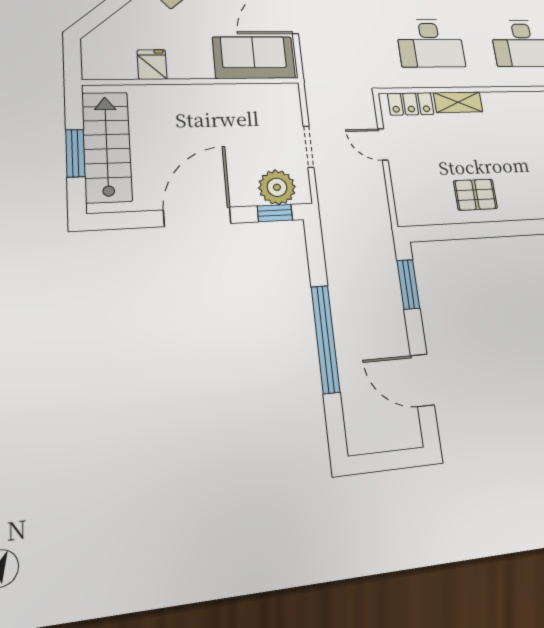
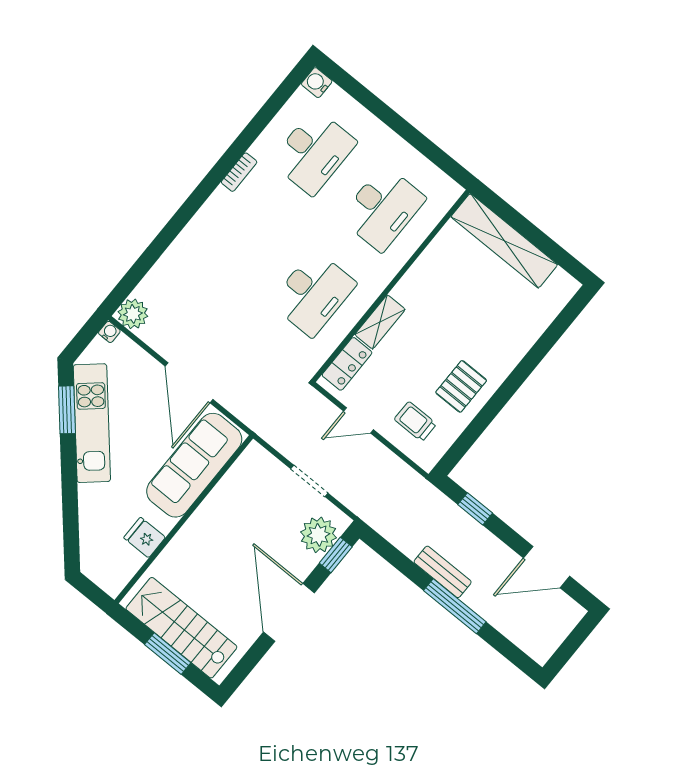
sofa: (254, 58) -> (194, 465), width x1.36
trolley: (422, 185) -> (415, 422), added
window: (408, 284) -> (475, 509), width x0.67
bench: (341, 304) -> (443, 572), added
window: (325, 339) -> (455, 606), width x0.68

